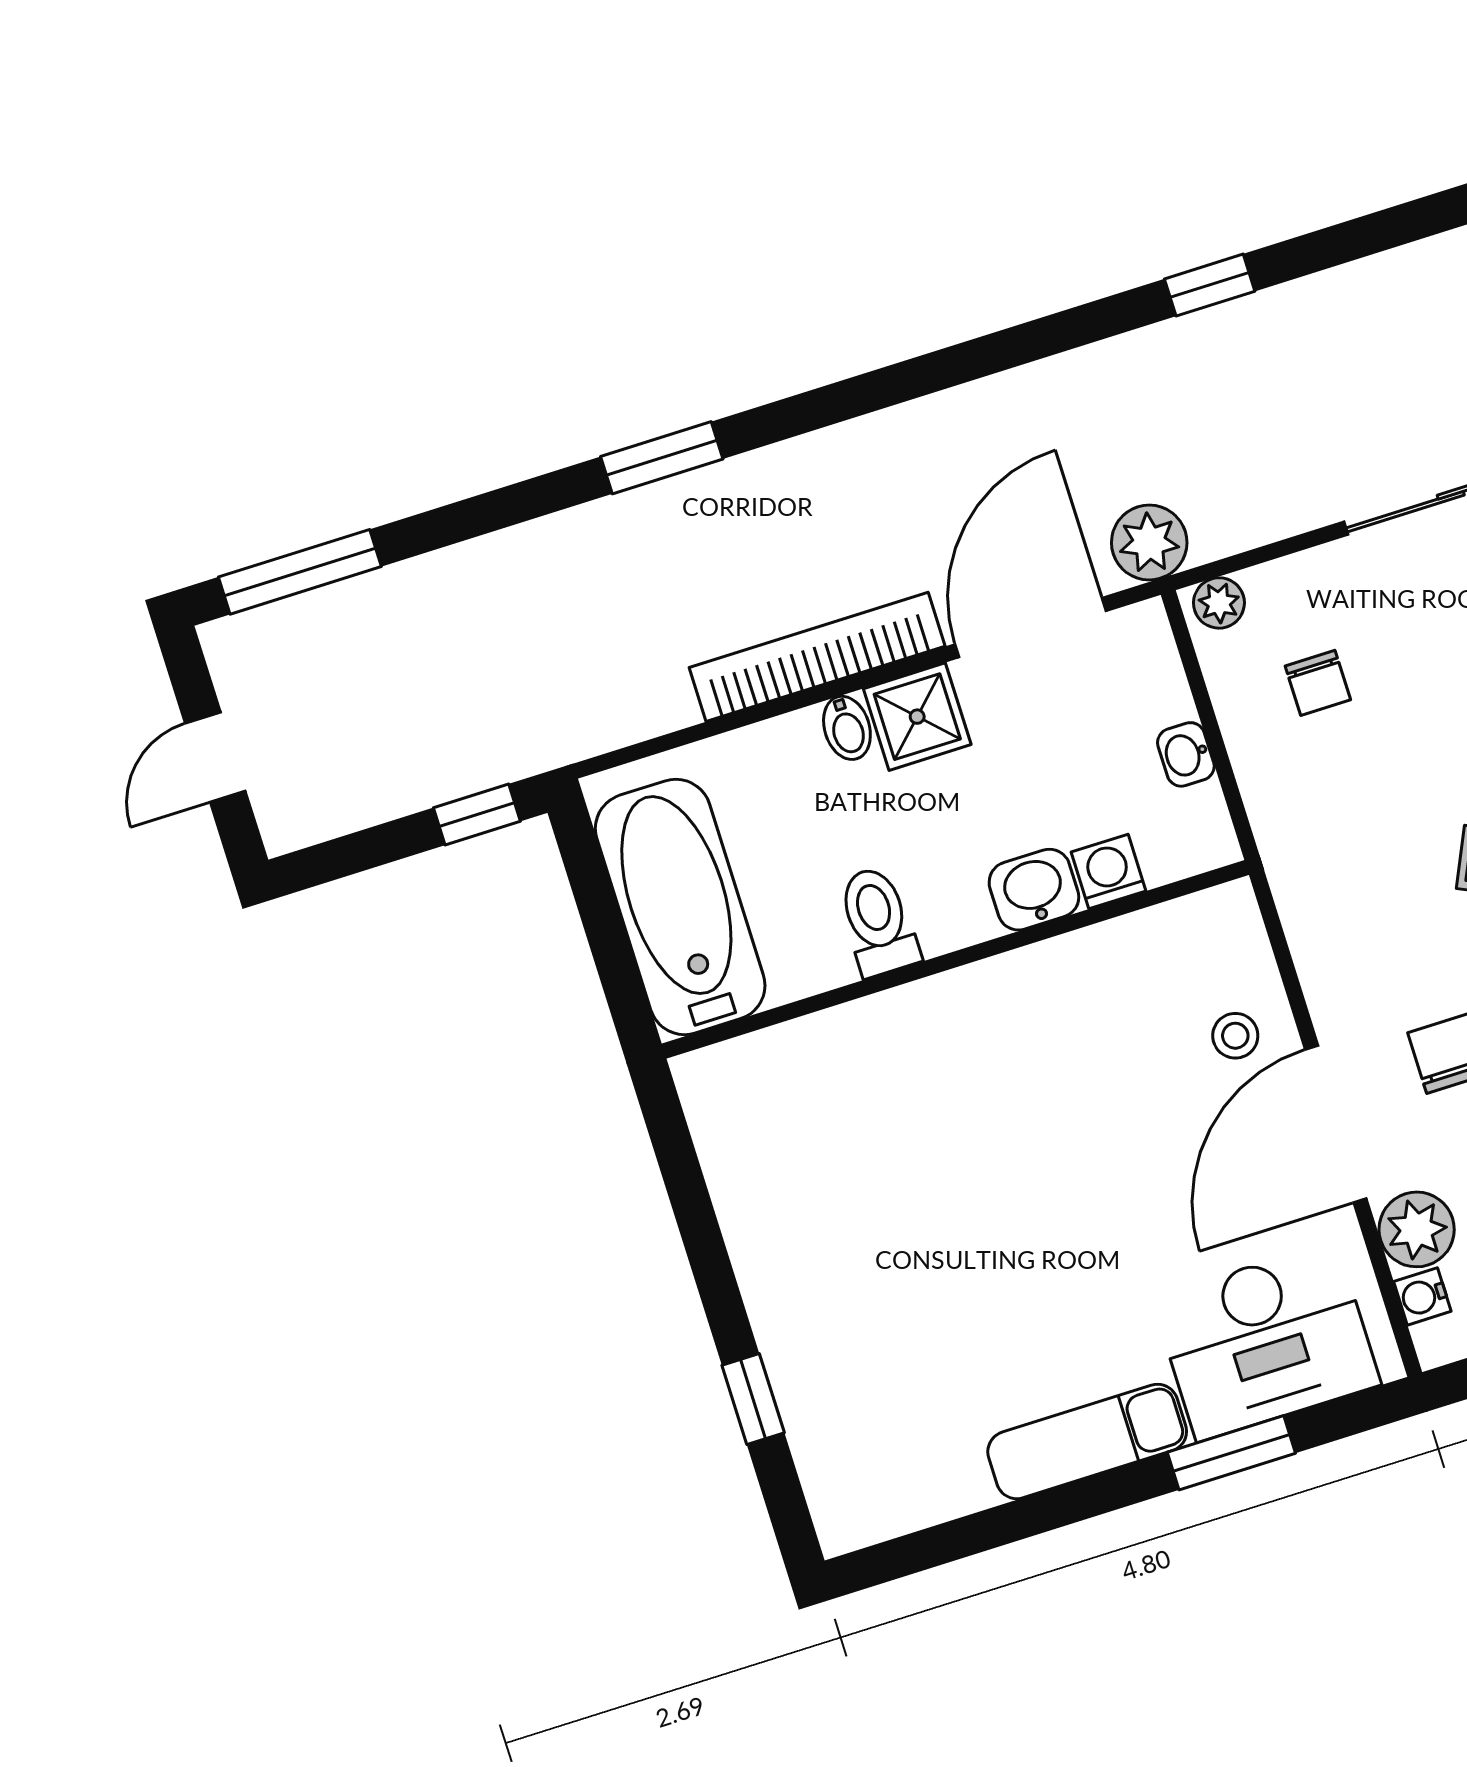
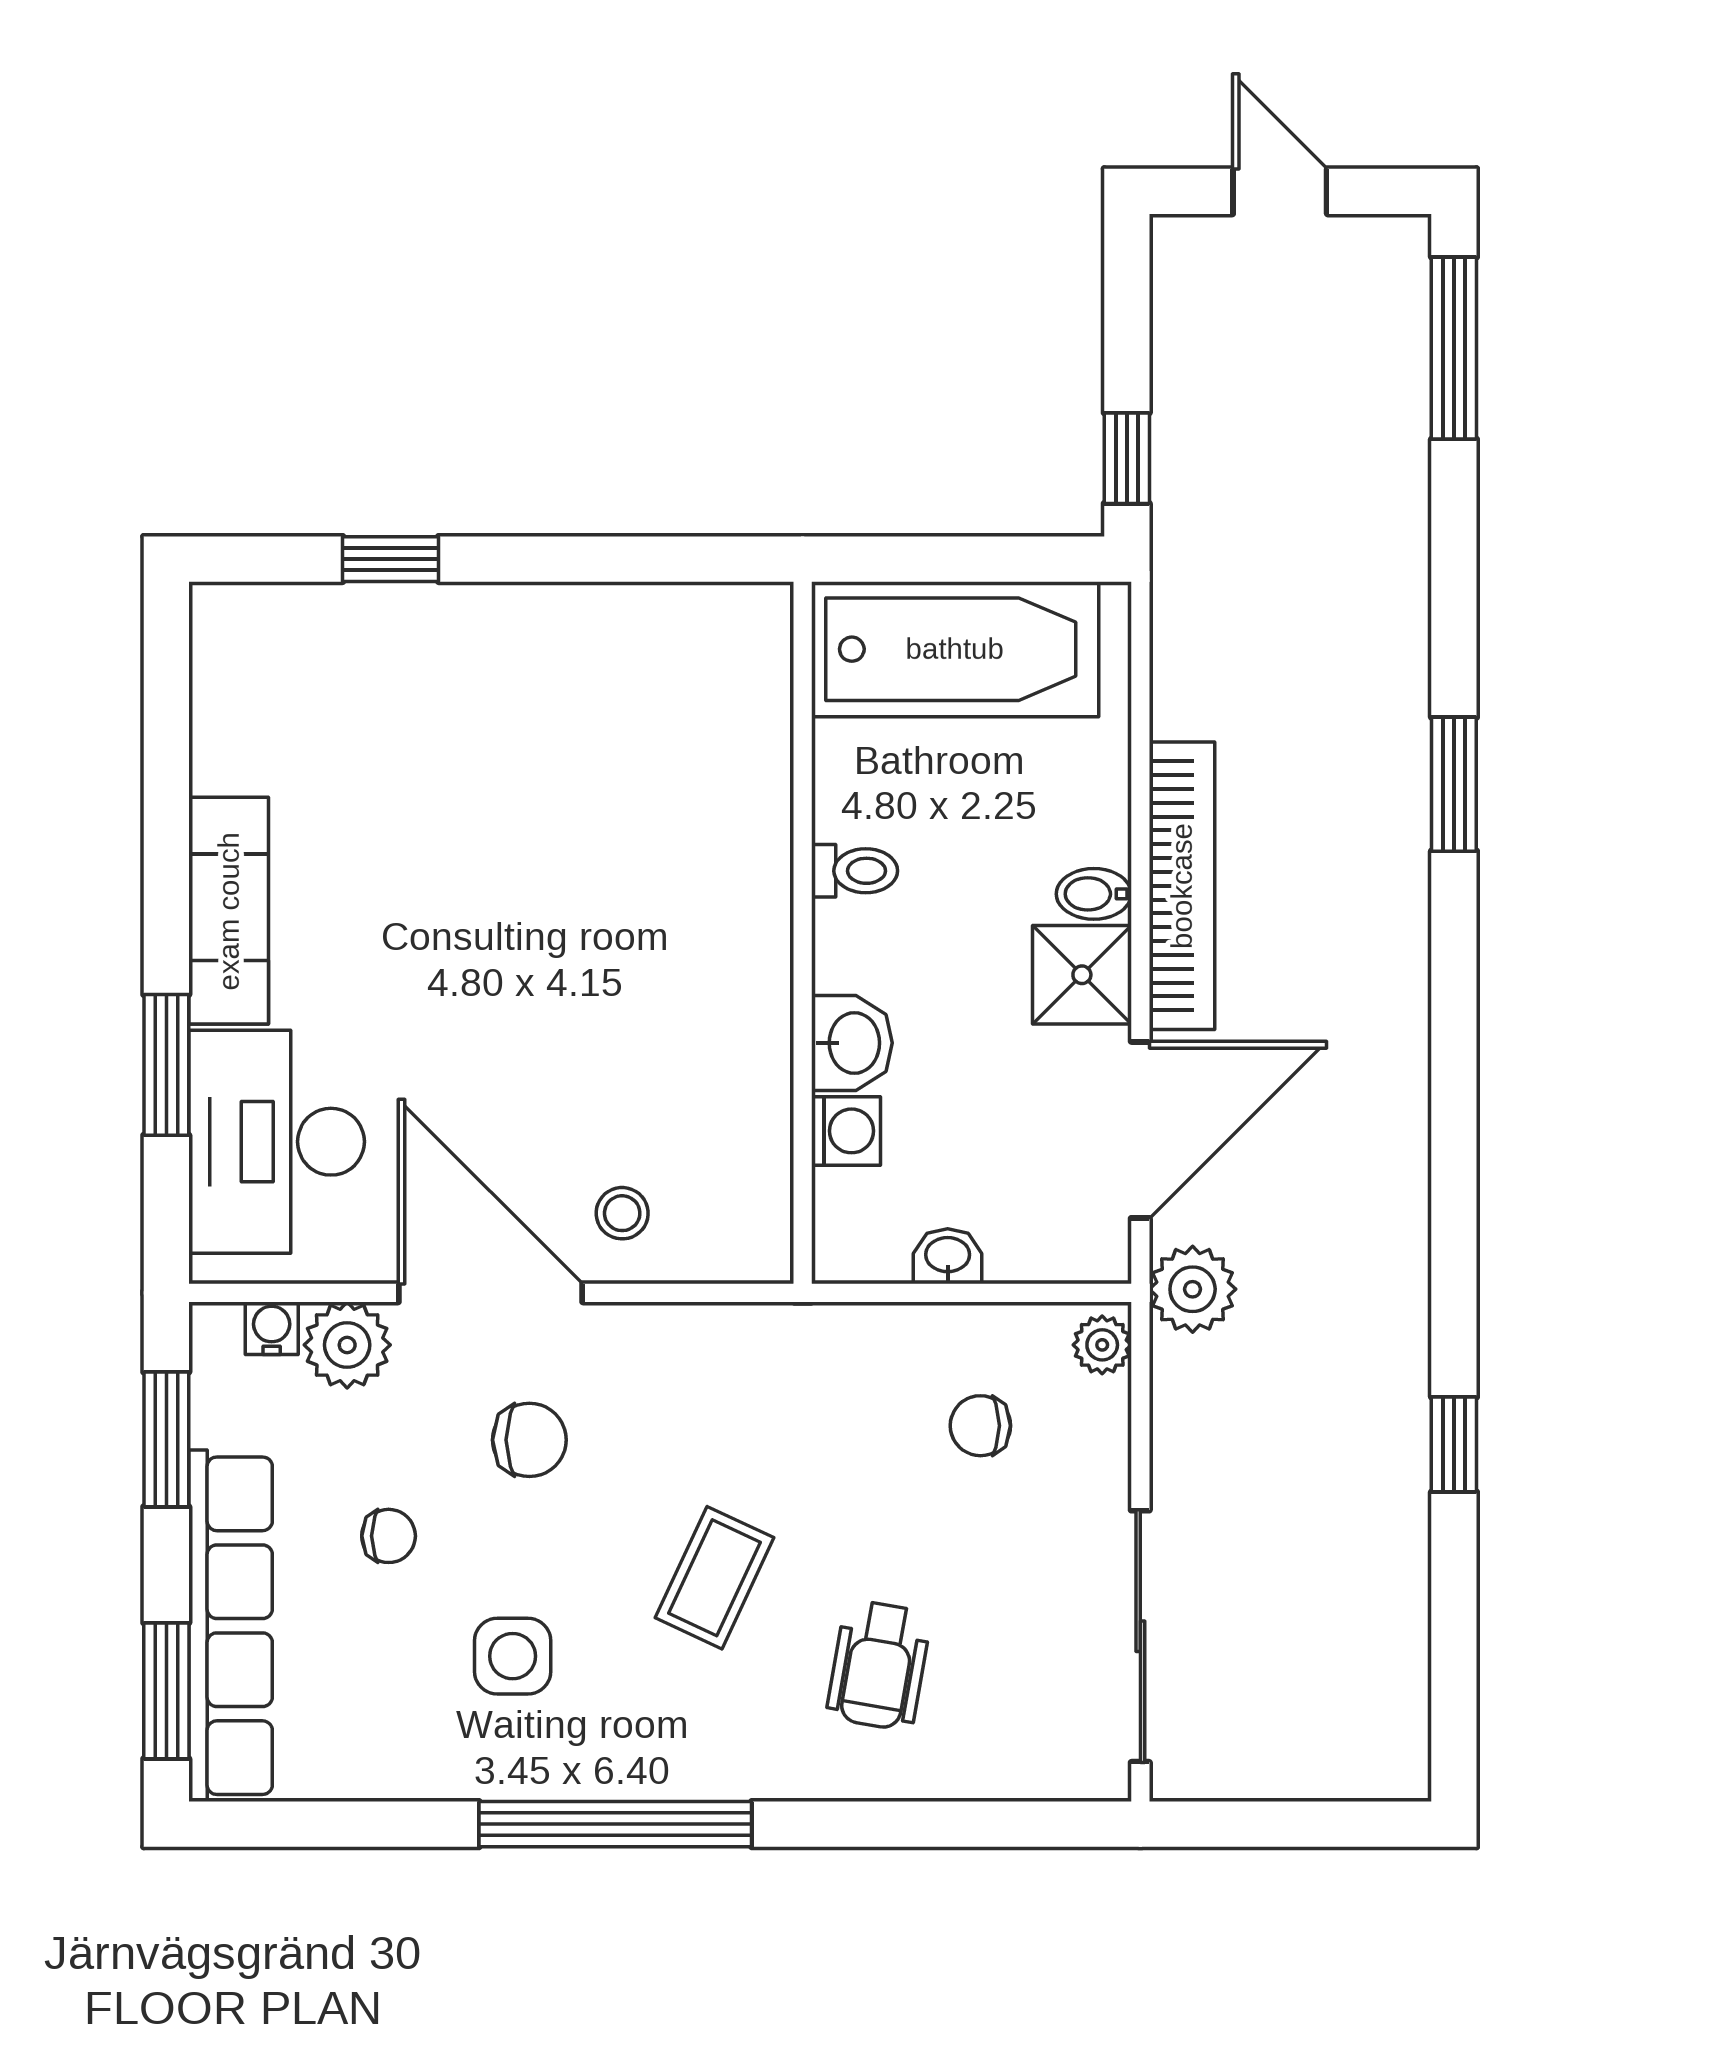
door: (1031, 628) -> (1140, 1130), hinge flipped
toilet: (878, 921) -> (855, 871), width x0.73, depth x0.72

